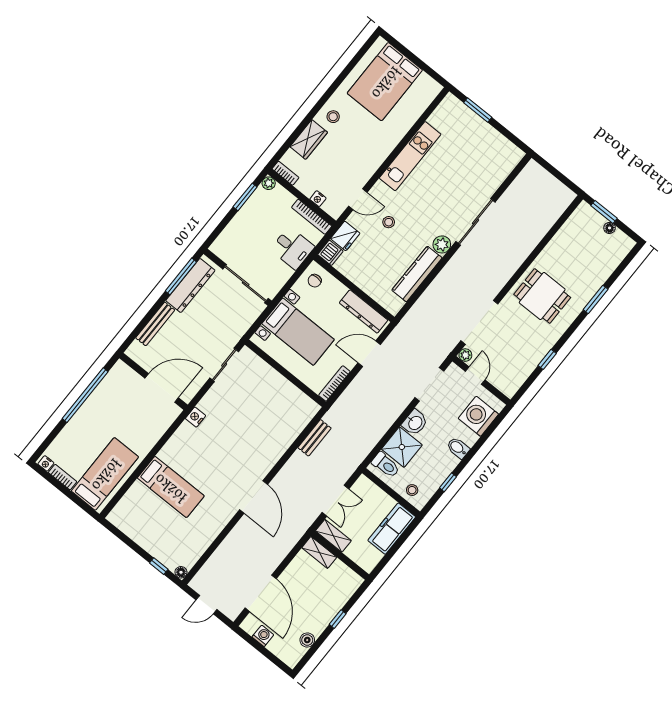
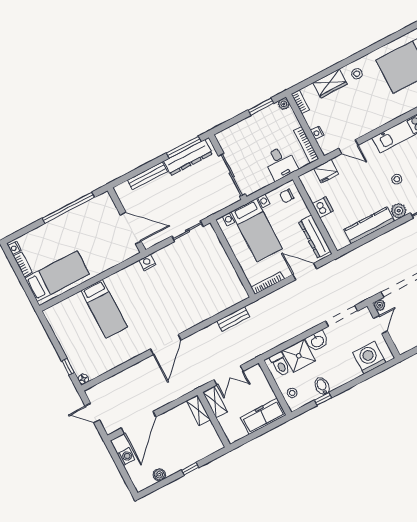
stool: (389, 222) -> (397, 179), moved
dishwasher: (330, 253) -> (323, 207), moved, turned -90
bidet: (458, 448) -> (322, 386), moved

